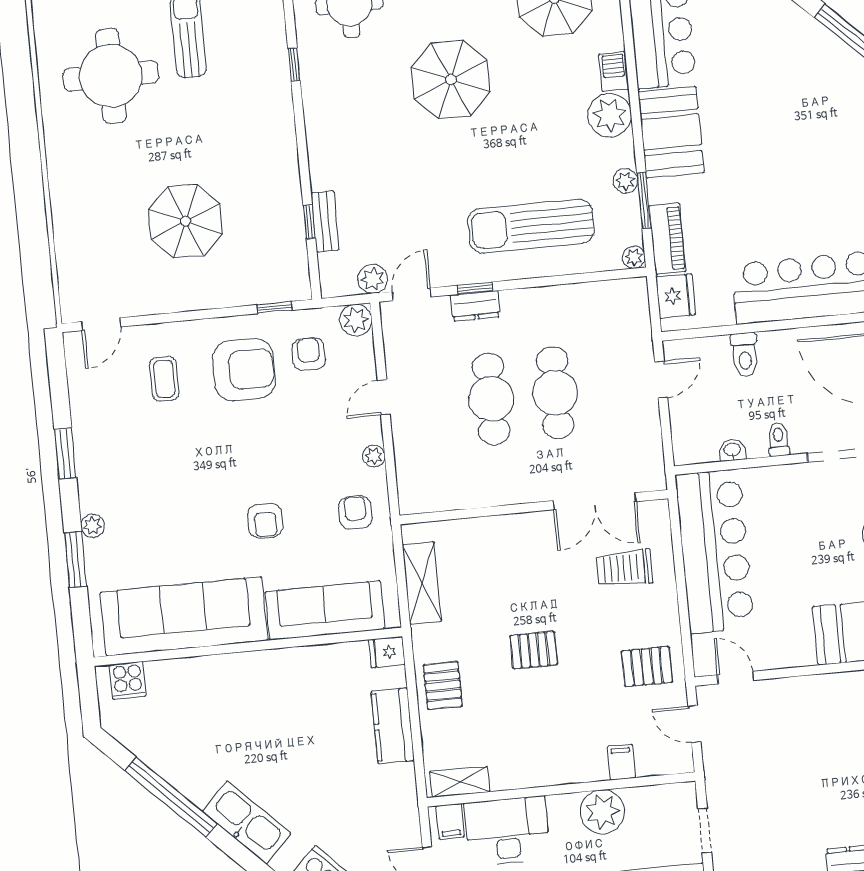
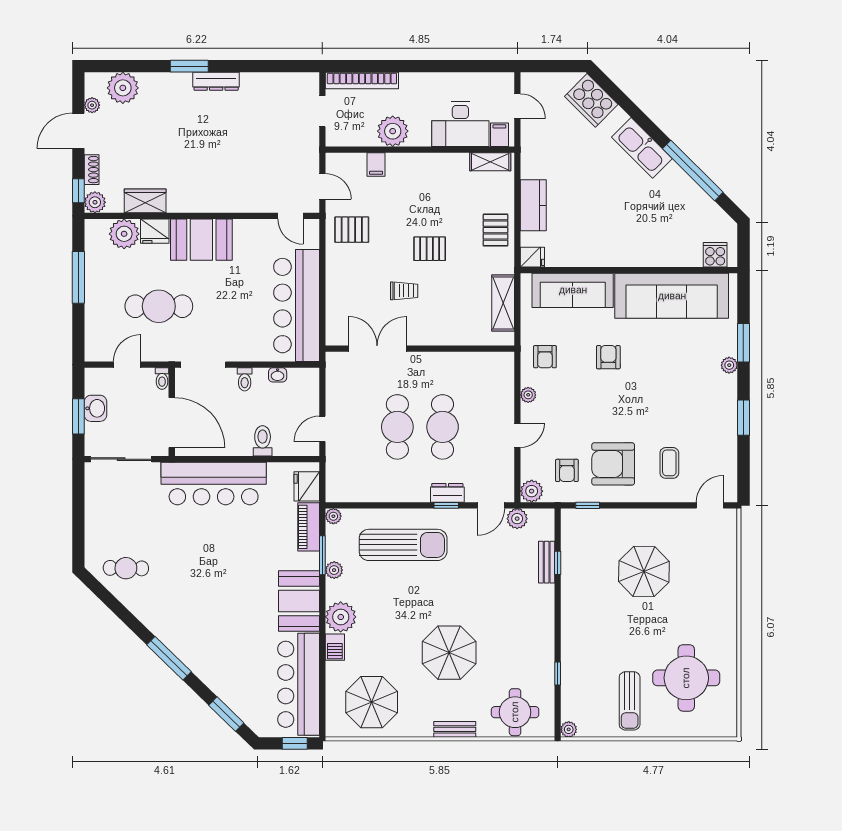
trolley: (625, 568) -> (404, 291), moved, width x0.73, depth x0.72

